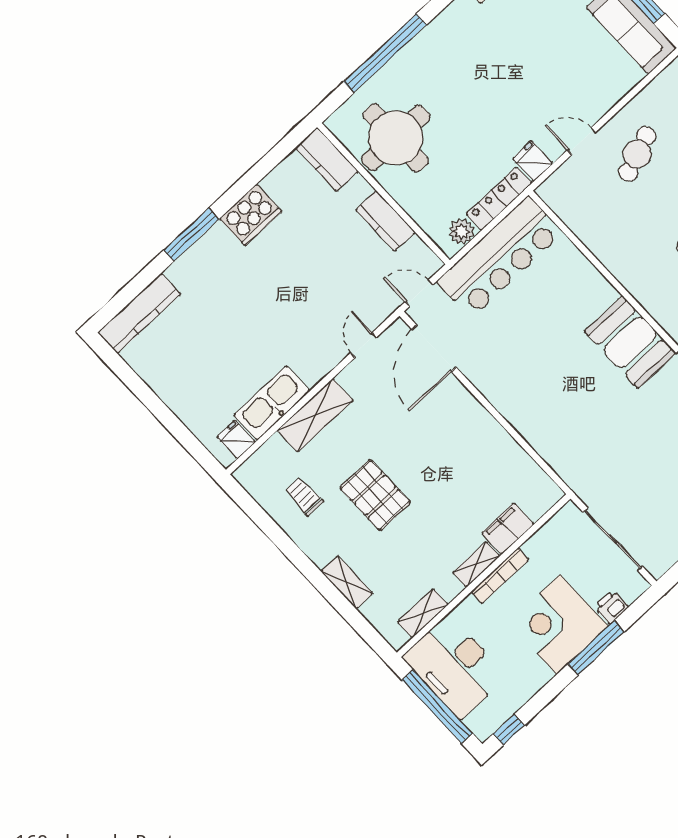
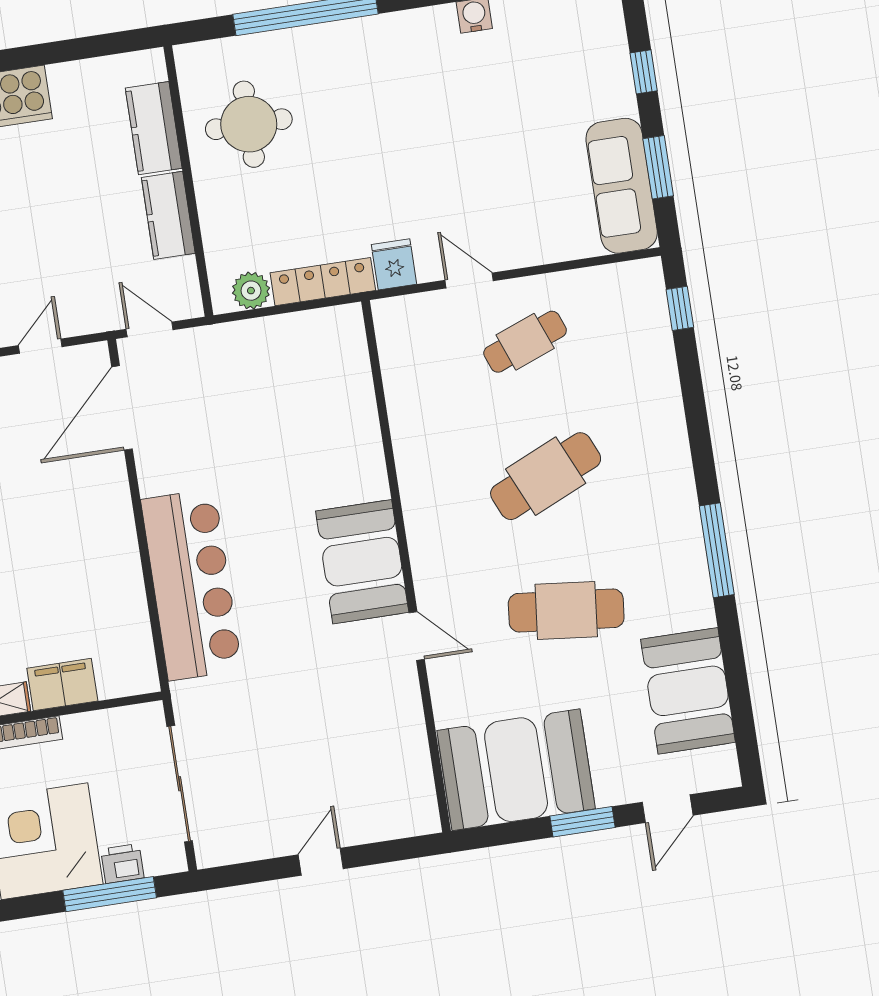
round table: (396, 138) -> (249, 124), width x0.73, depth x0.73
kitchen counter: (327, 159) -> (154, 128), moved
bar counter: (500, 257) -> (191, 585), moved, turned -90
window: (596, 648) -> (110, 894), moved

